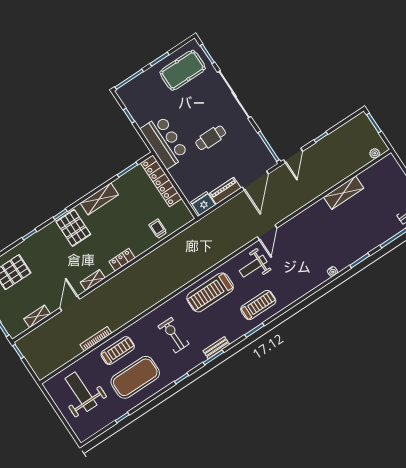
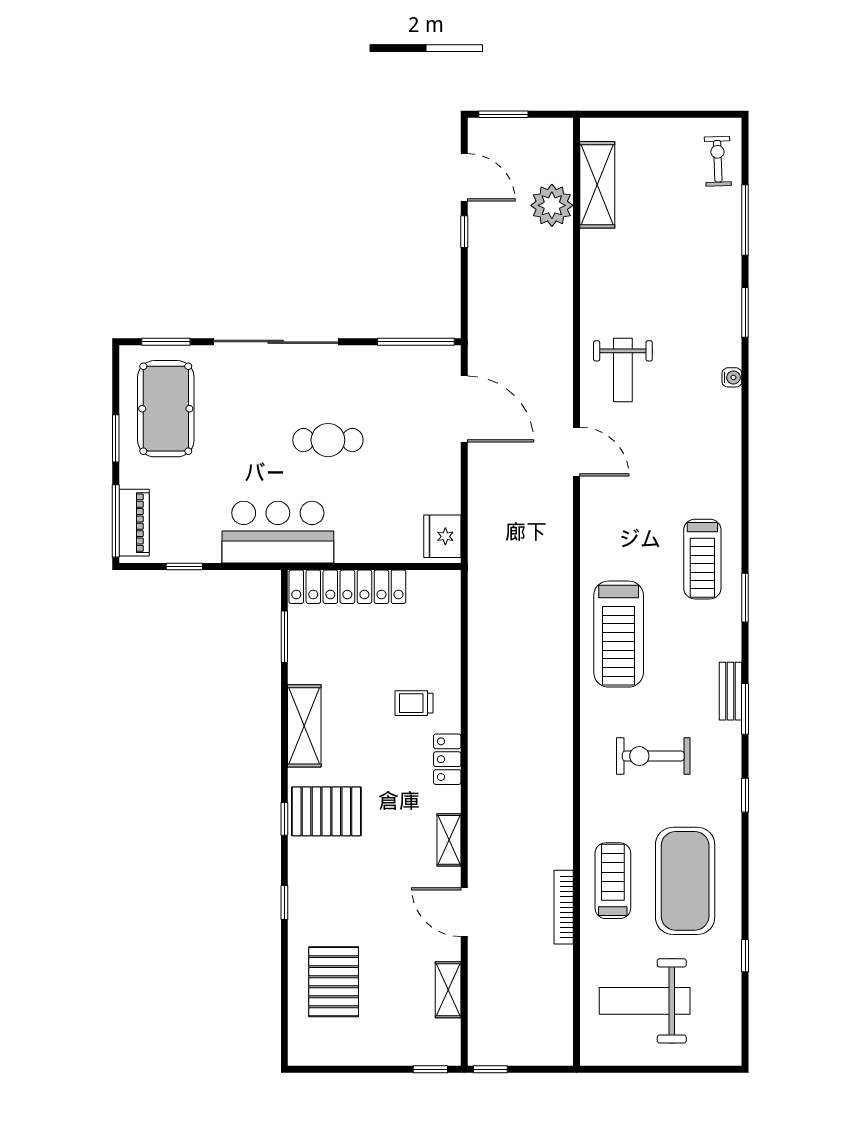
cafe table: (211, 138) -> (328, 440), turned 90
plant: (375, 153) -> (552, 205), moved, width x1.88, depth x1.88
door: (293, 155) -> (464, 177), moved
piano: (225, 191) -> (134, 523), moved, turned 180
shelving: (344, 193) -> (597, 185), moved
trolley: (158, 229) -> (414, 703), moved
weight bench: (253, 266) -> (623, 370), moved
treadmill: (258, 305) -> (702, 559), turned 180

